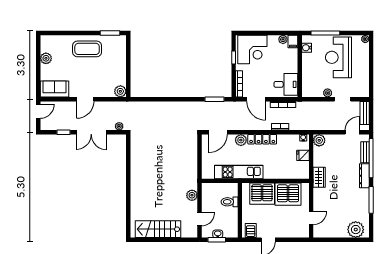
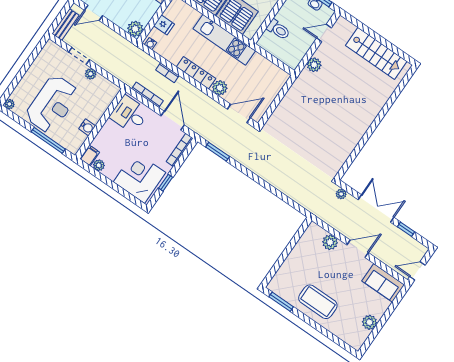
water cooler: (307, 48) -> (87, 127), moved
plant: (120, 91) -> (330, 242), moved
kitchen unit: (239, 172) -> (224, 40), moved

